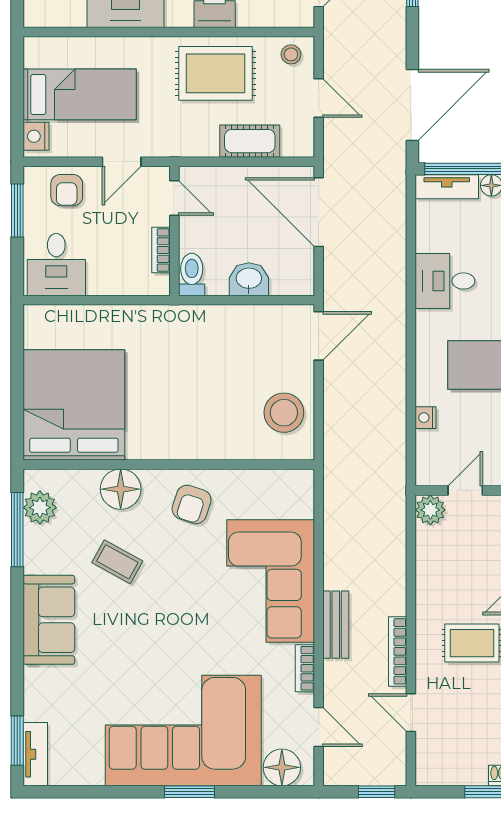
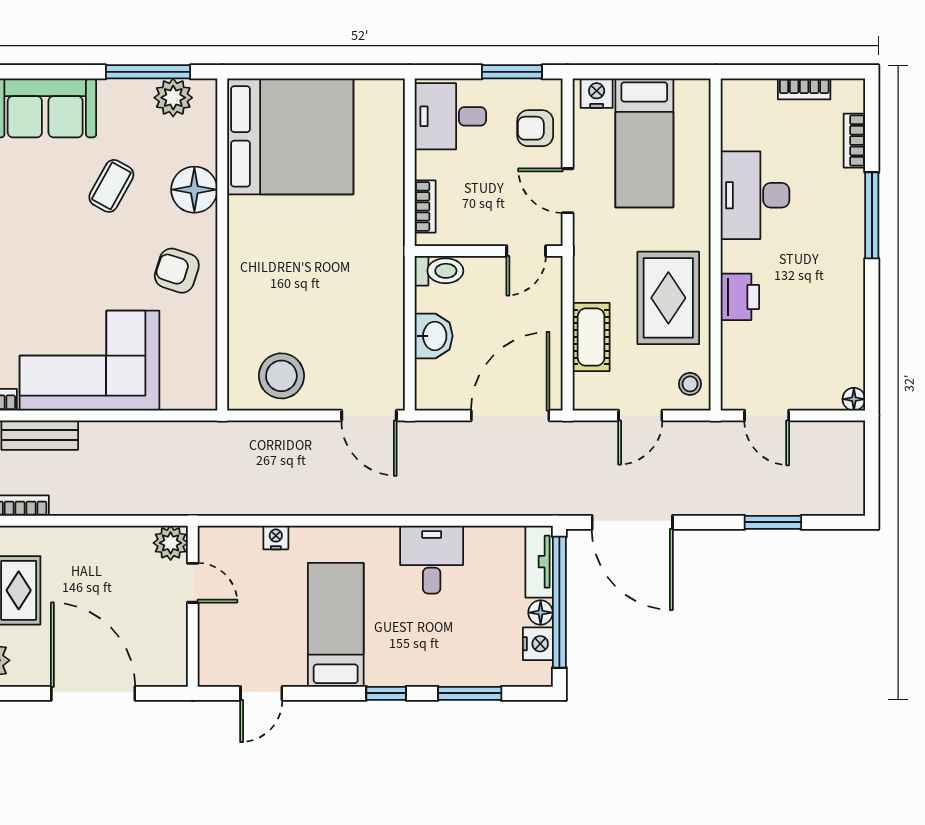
bookcase: (161, 250) -> (425, 206), moved, turned 90

